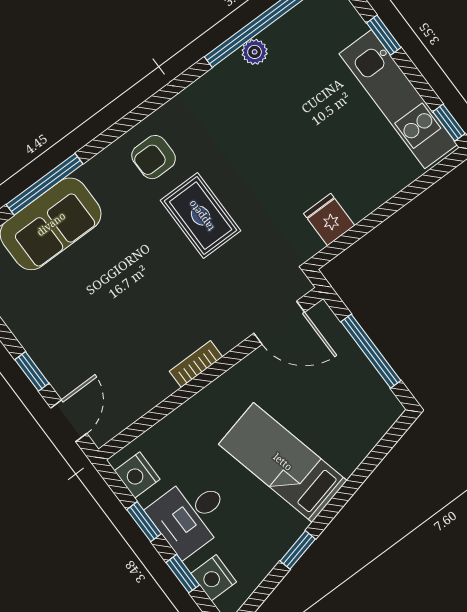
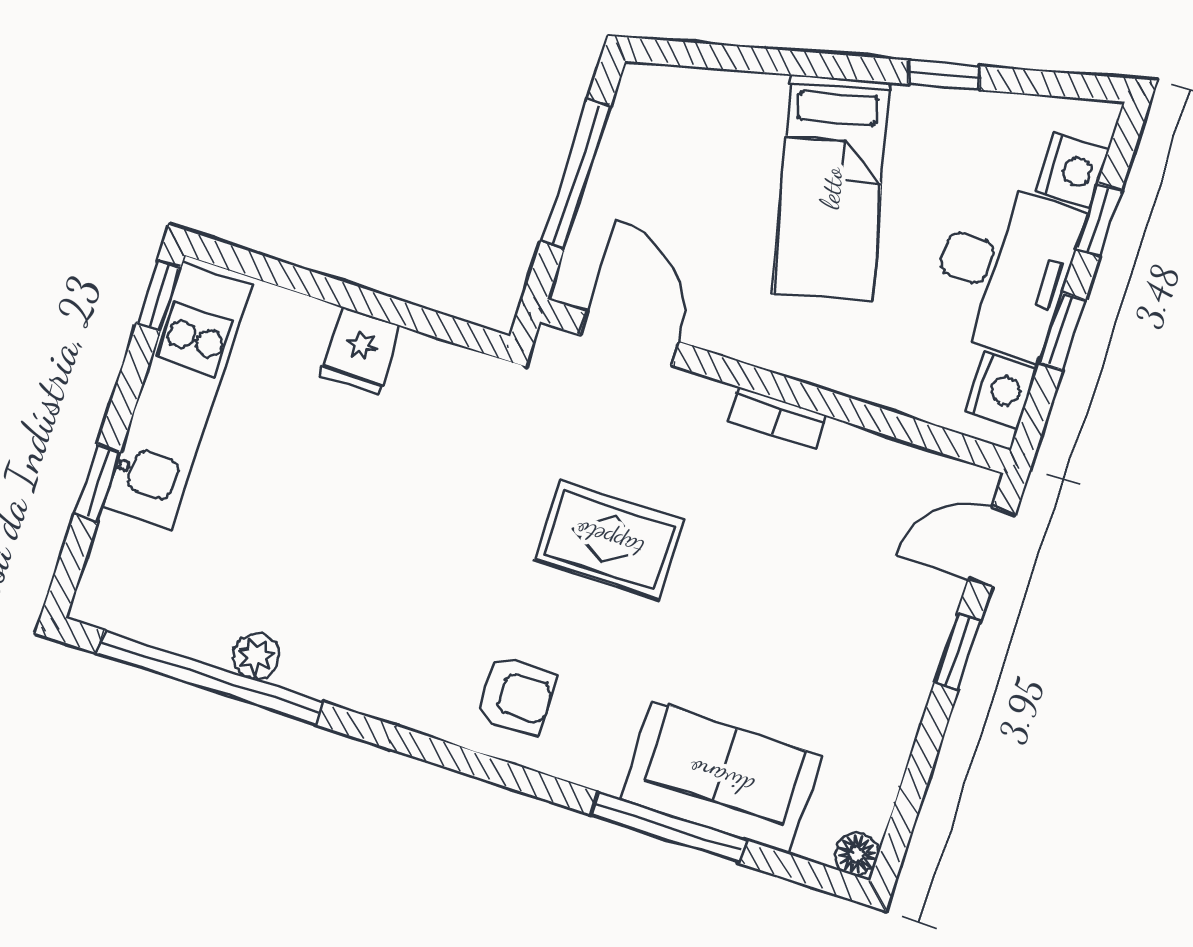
rug: (201, 216) -> (609, 540), moved, turned 90
fridge: (329, 220) -> (360, 351), moved
desk: (190, 515) -> (1004, 269), width x1.37

